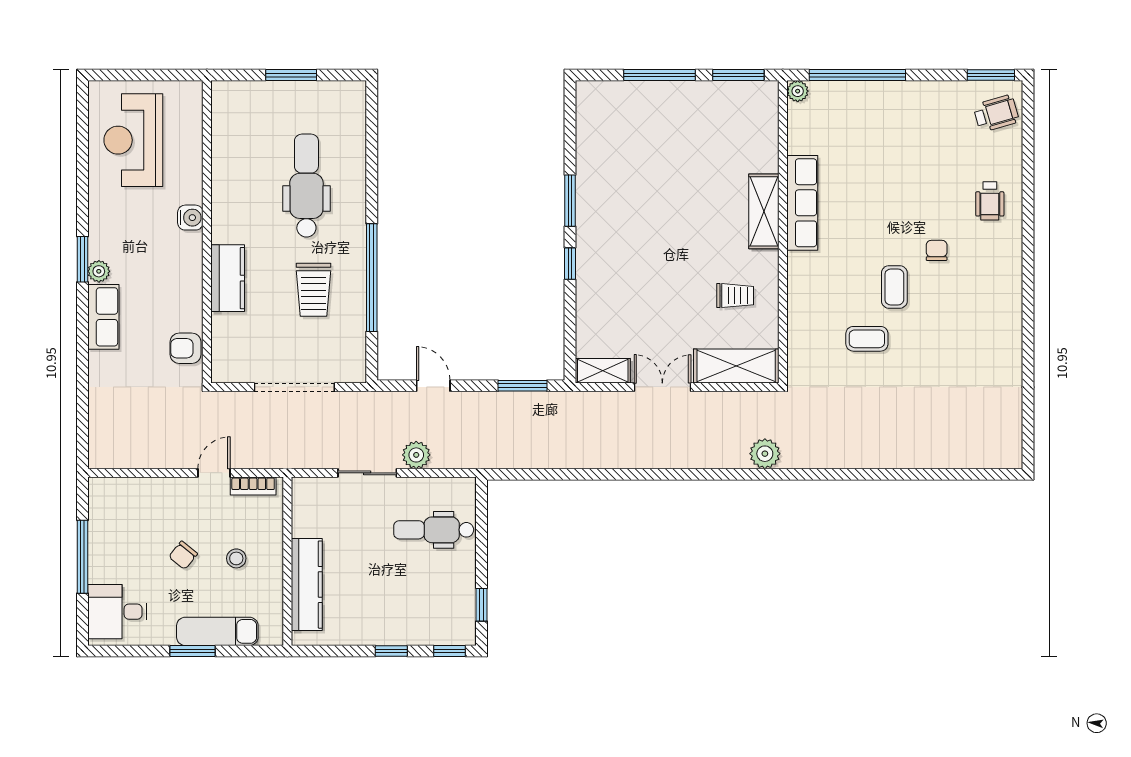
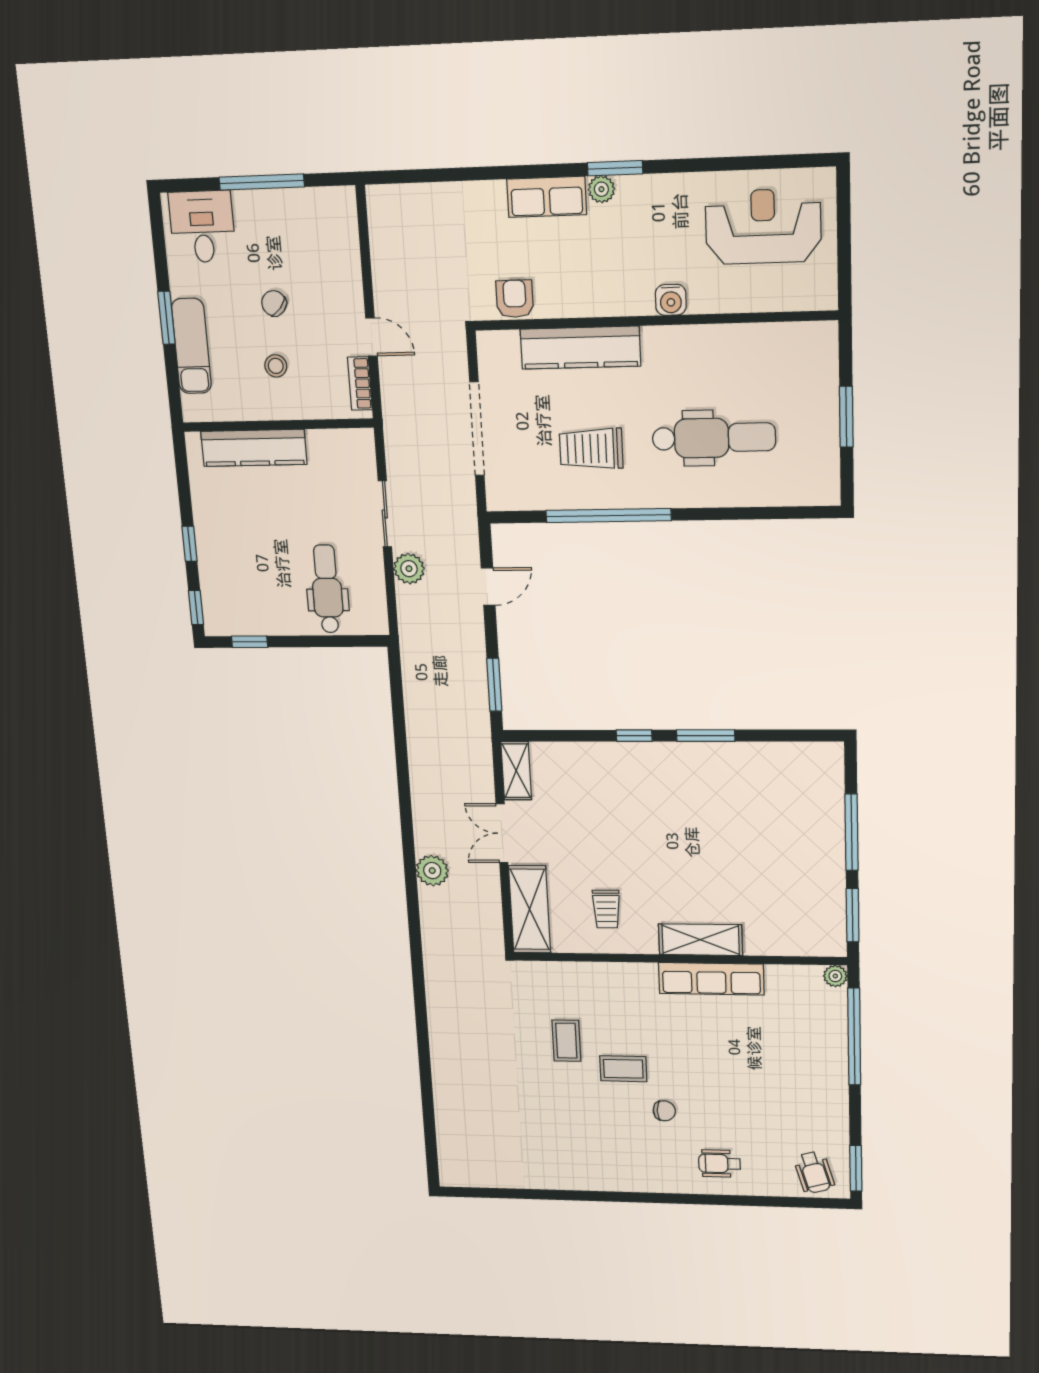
kitchen counter: (228, 278) -> (580, 348), width x1.50
double door: (662, 387) -> (502, 833), swing flipped
plant: (765, 454) -> (432, 871), moved

